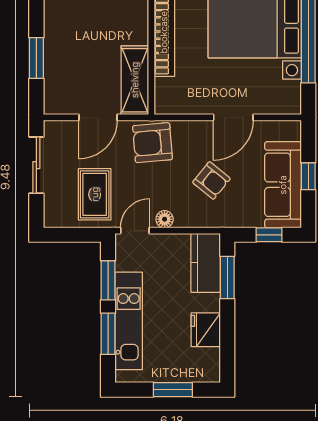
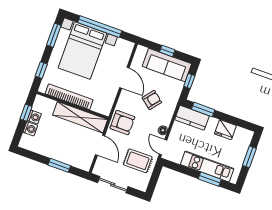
shelving: (135, 80) -> (80, 117), width x1.47
armchair: (153, 143) -> (122, 123), turned -85
window: (108, 280) -> (183, 170), removed

